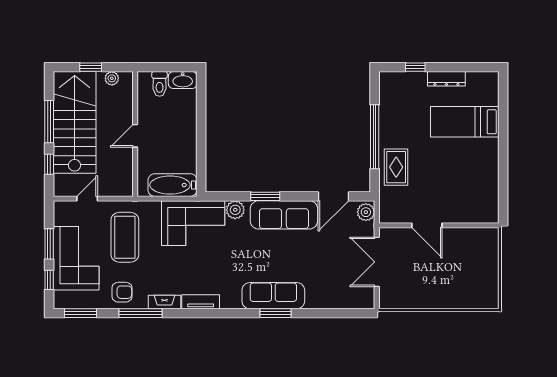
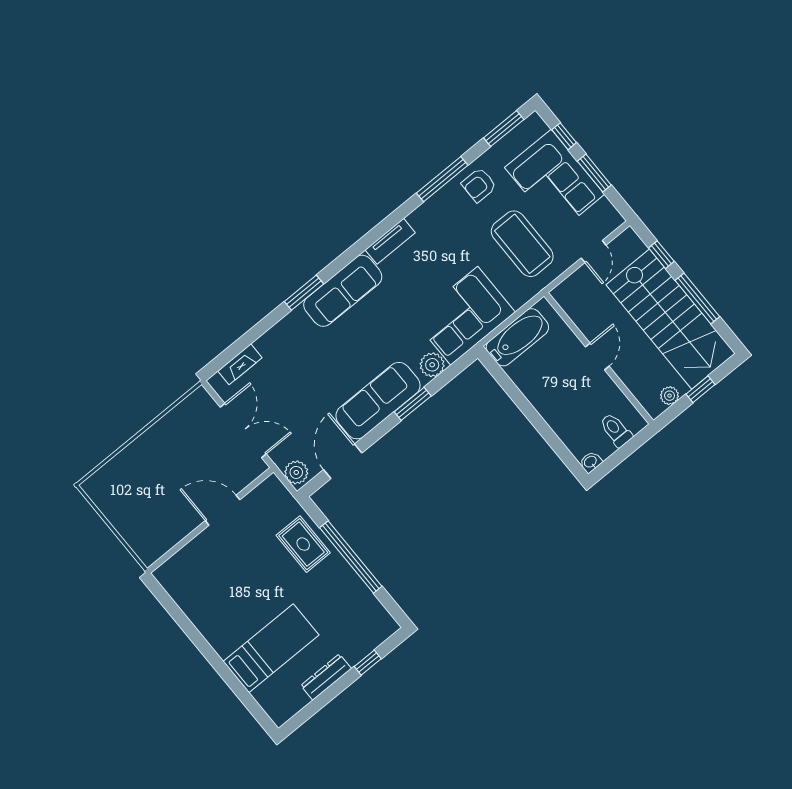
washbasin: (183, 80) -> (591, 462), width x0.52, depth x0.69
sofa: (273, 296) -> (343, 291), moved
fireplace: (164, 302) -> (240, 364), moved

